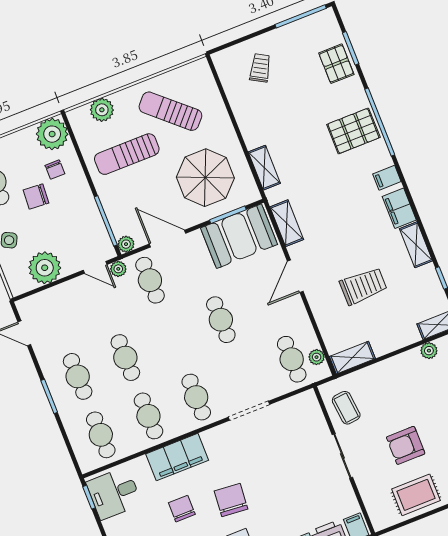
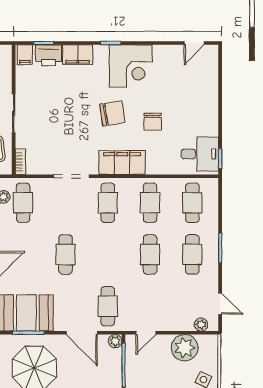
door: (95, 267) -> (146, 333), swing flipped
plant: (118, 269) -> (201, 325), moved
bookcase: (313, 404) -> (20, 162), added
filing cabinet: (177, 457) -> (122, 163), moved
chair: (231, 500) -> (112, 113), turned -104

